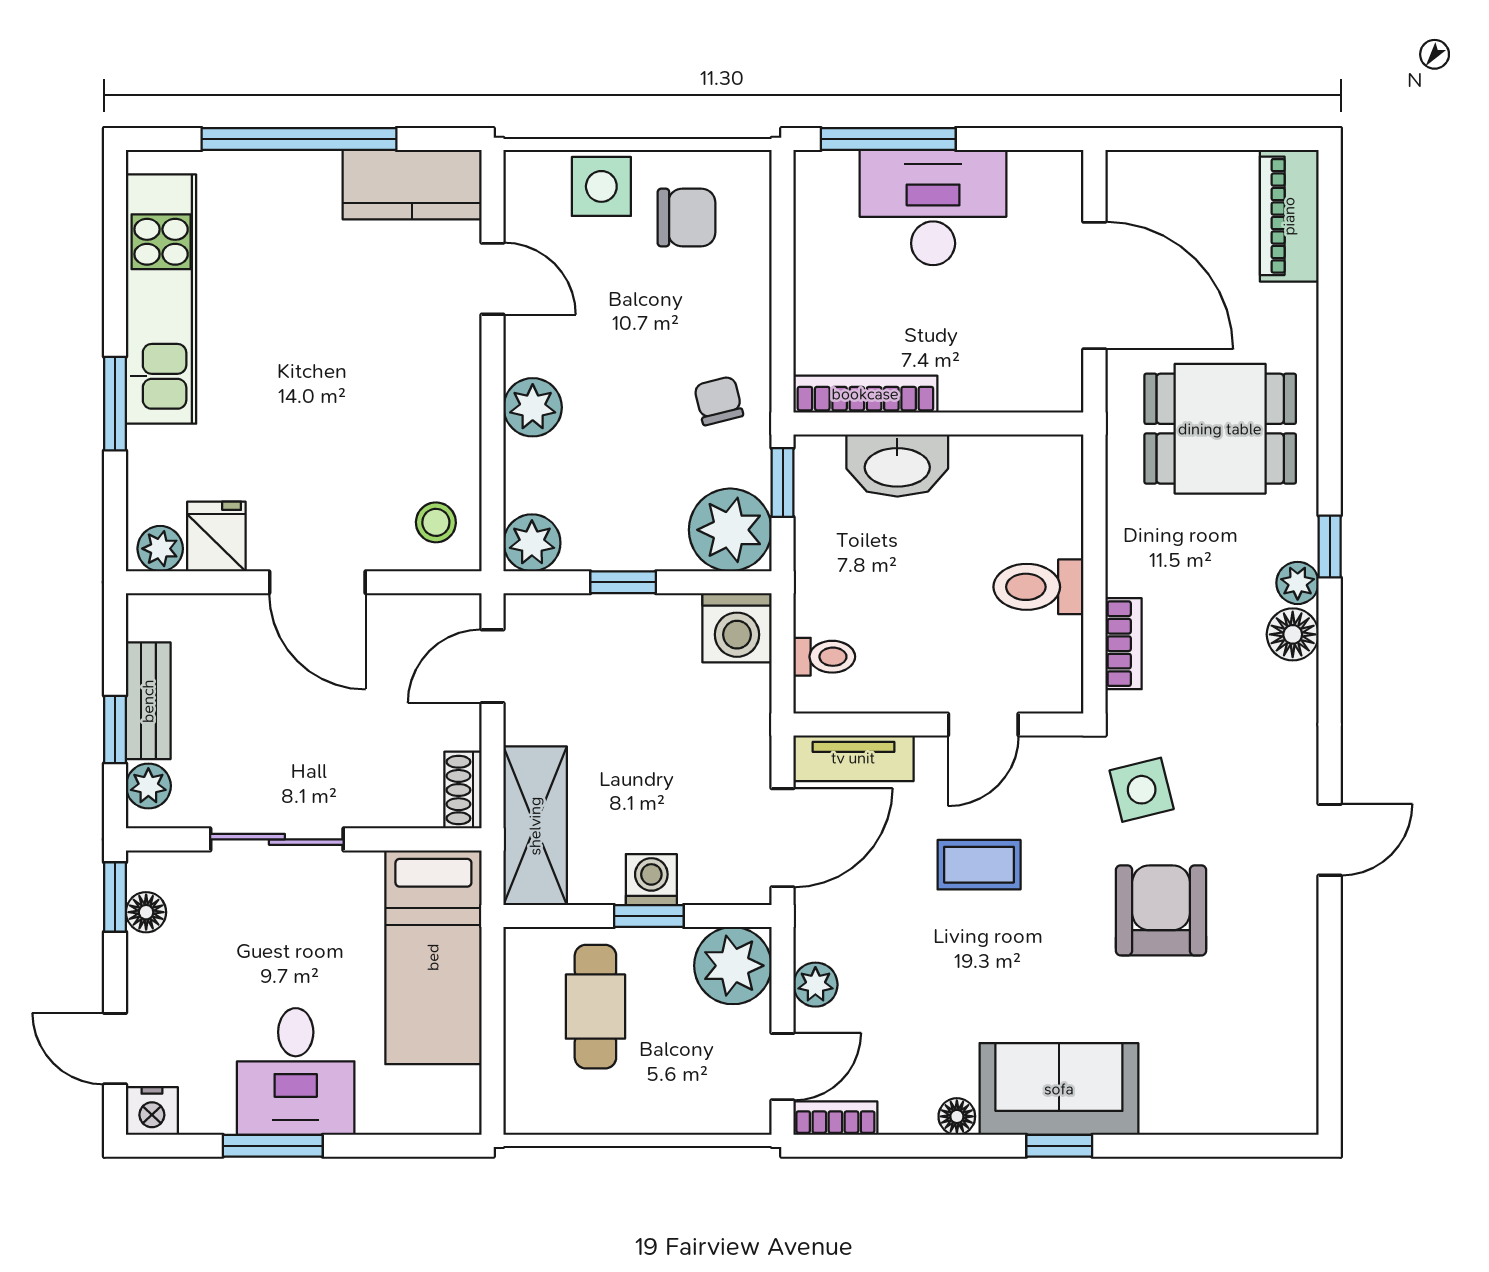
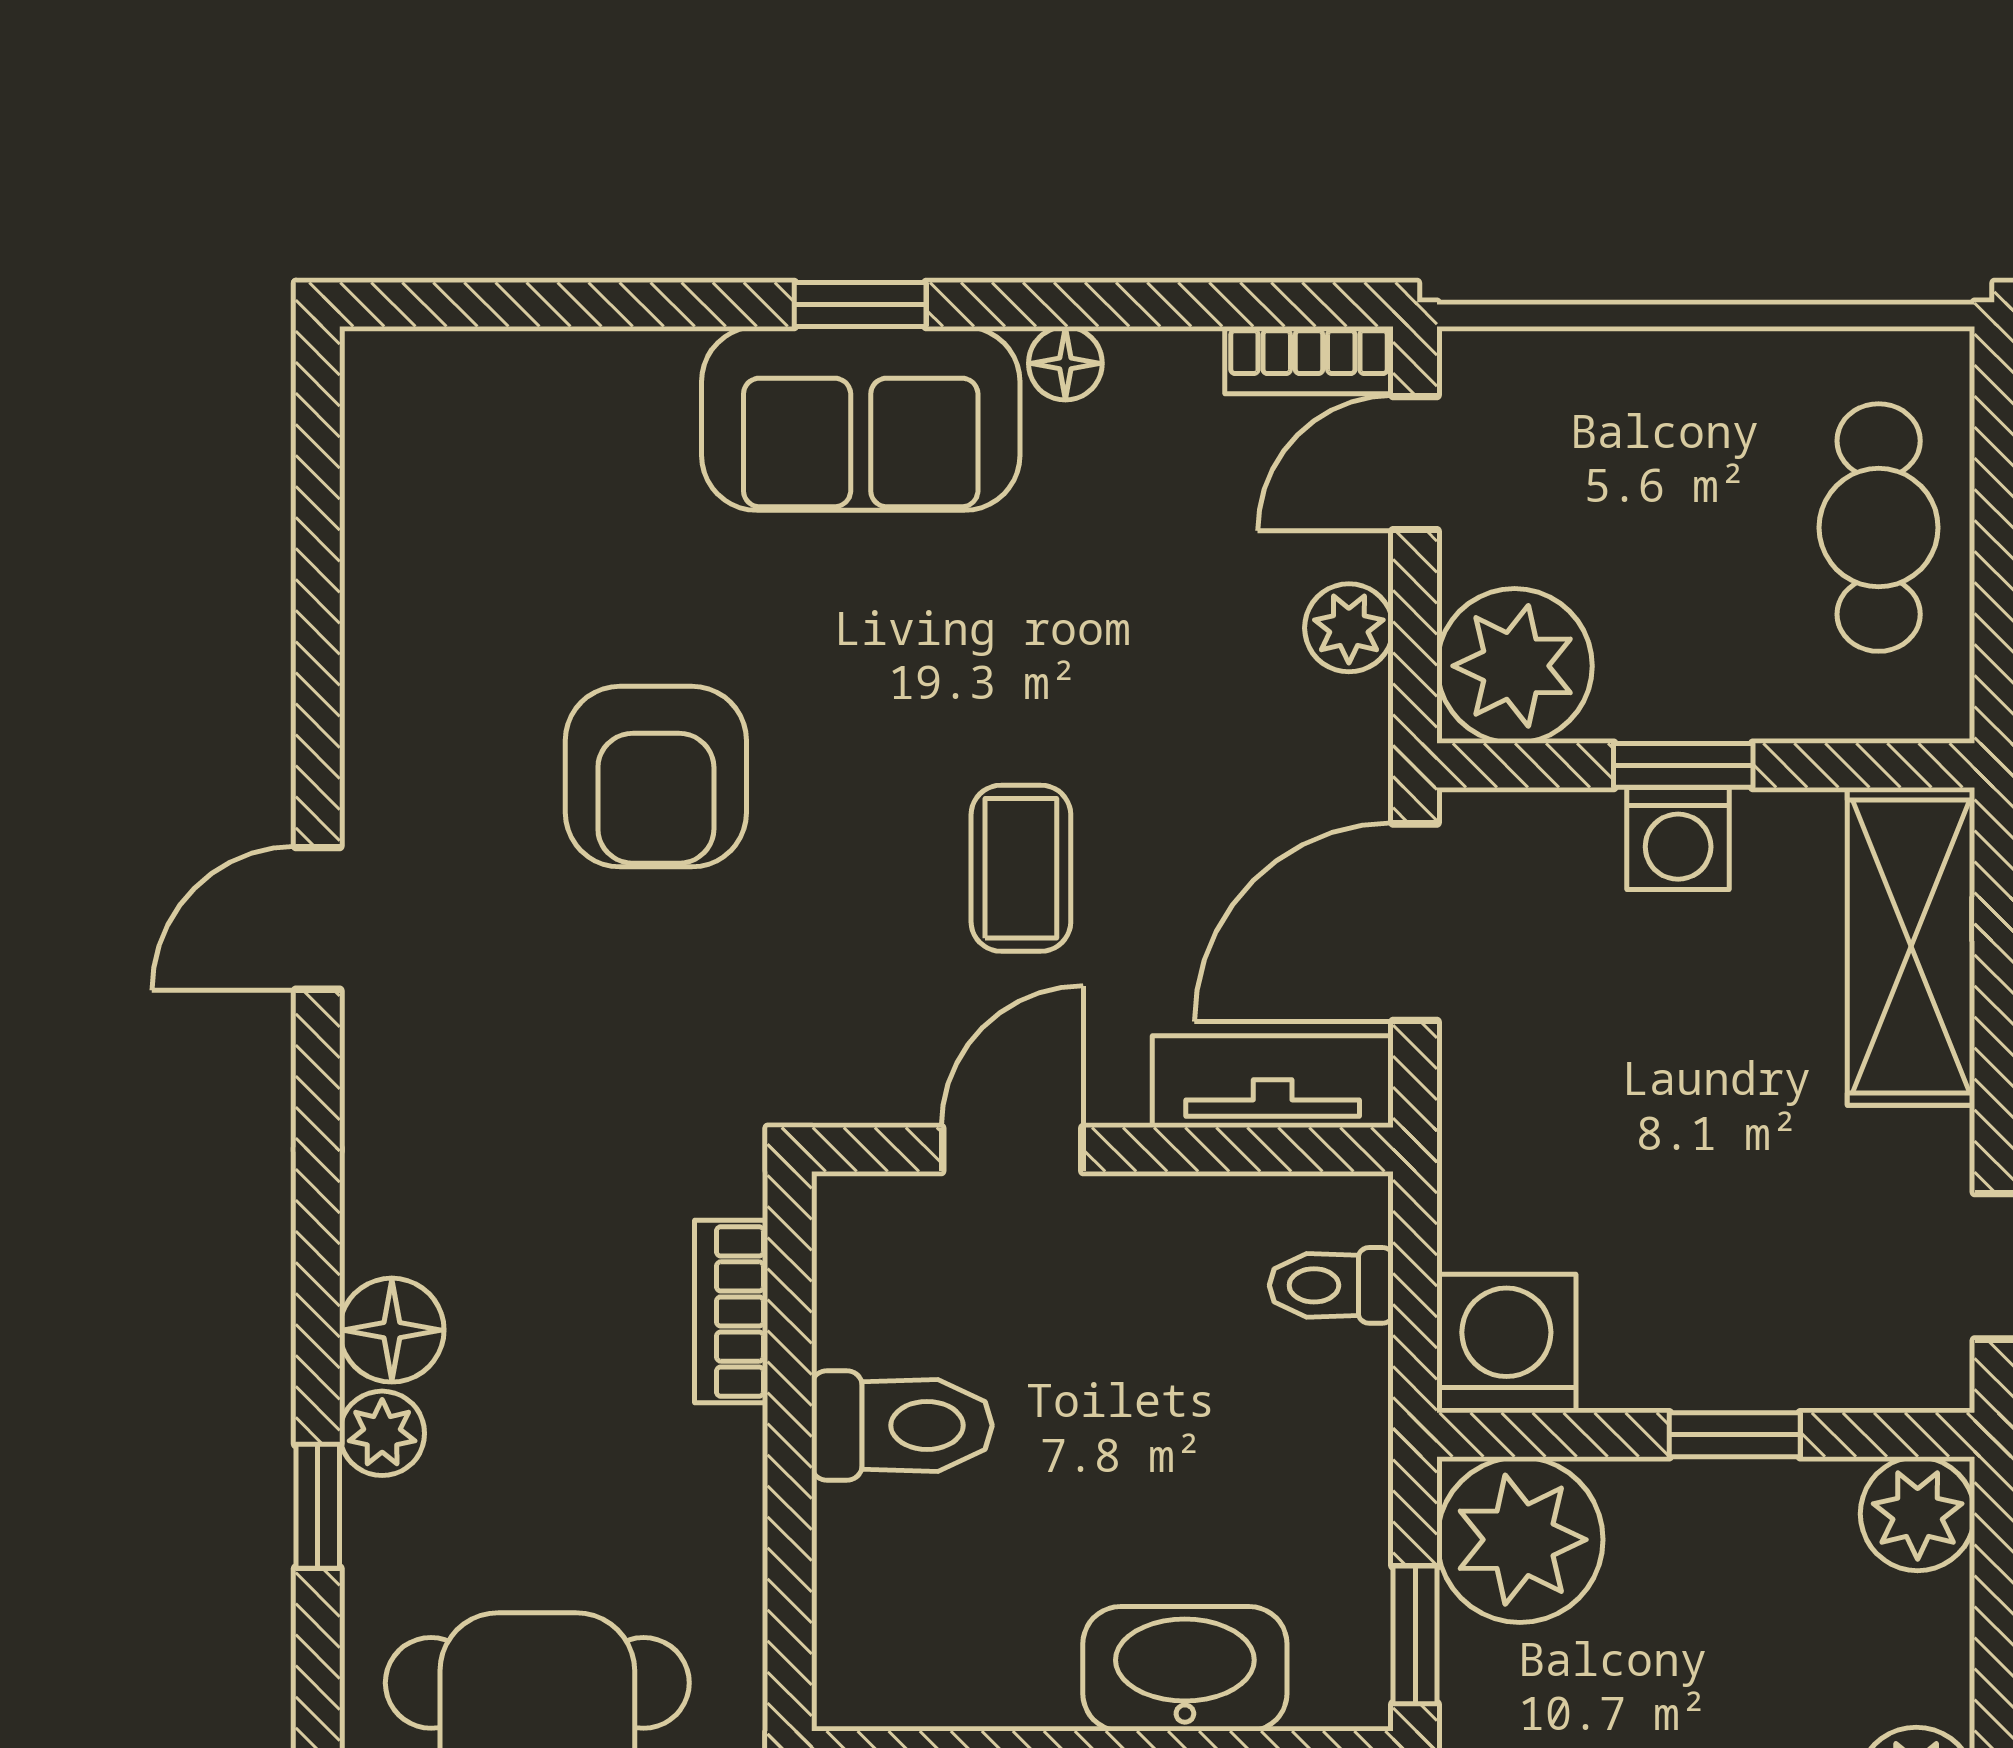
side table: (1142, 790) -> (695, 1019), removed
coffee table: (979, 865) -> (1021, 868), turned 90
cafe table: (595, 1007) -> (1879, 528), moved

